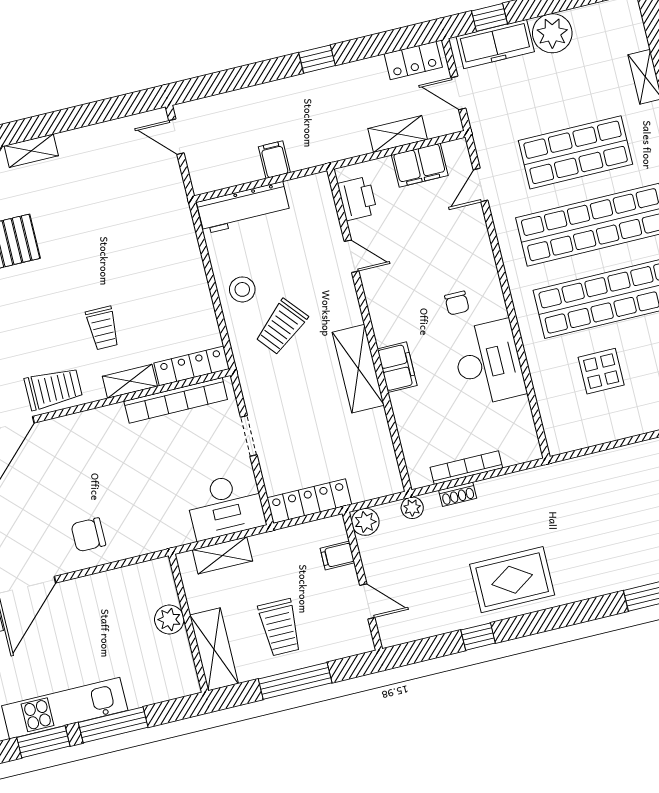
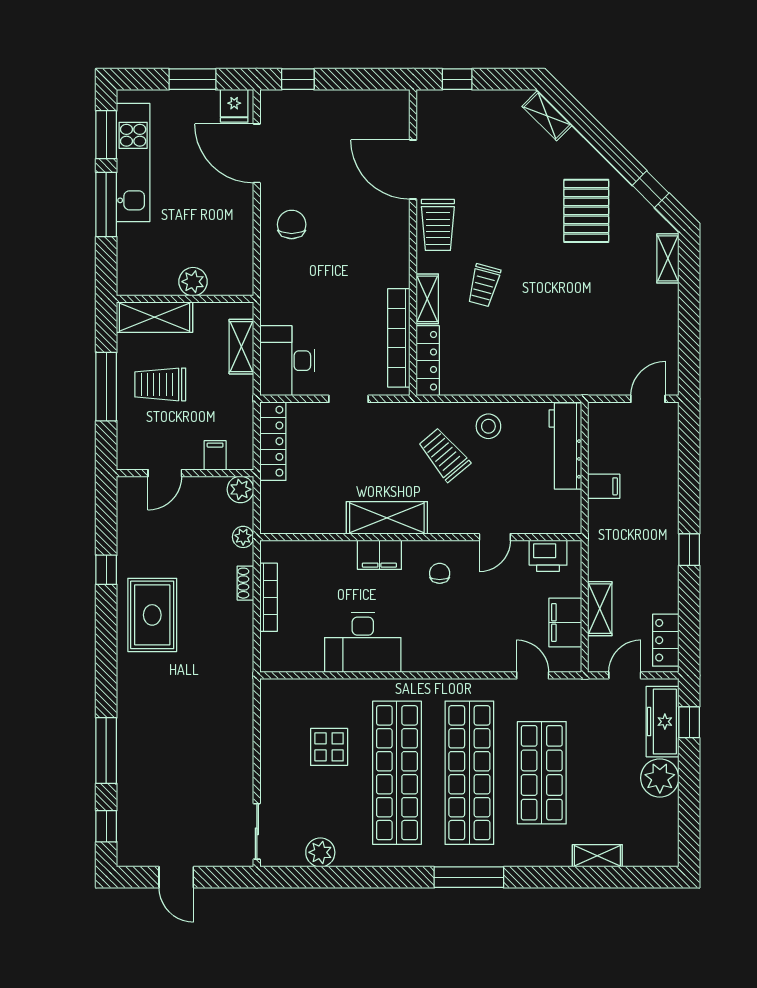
chair: (457, 303) -> (440, 573), moved, turned 90
trolley: (103, 328) -> (484, 285), turned -75

